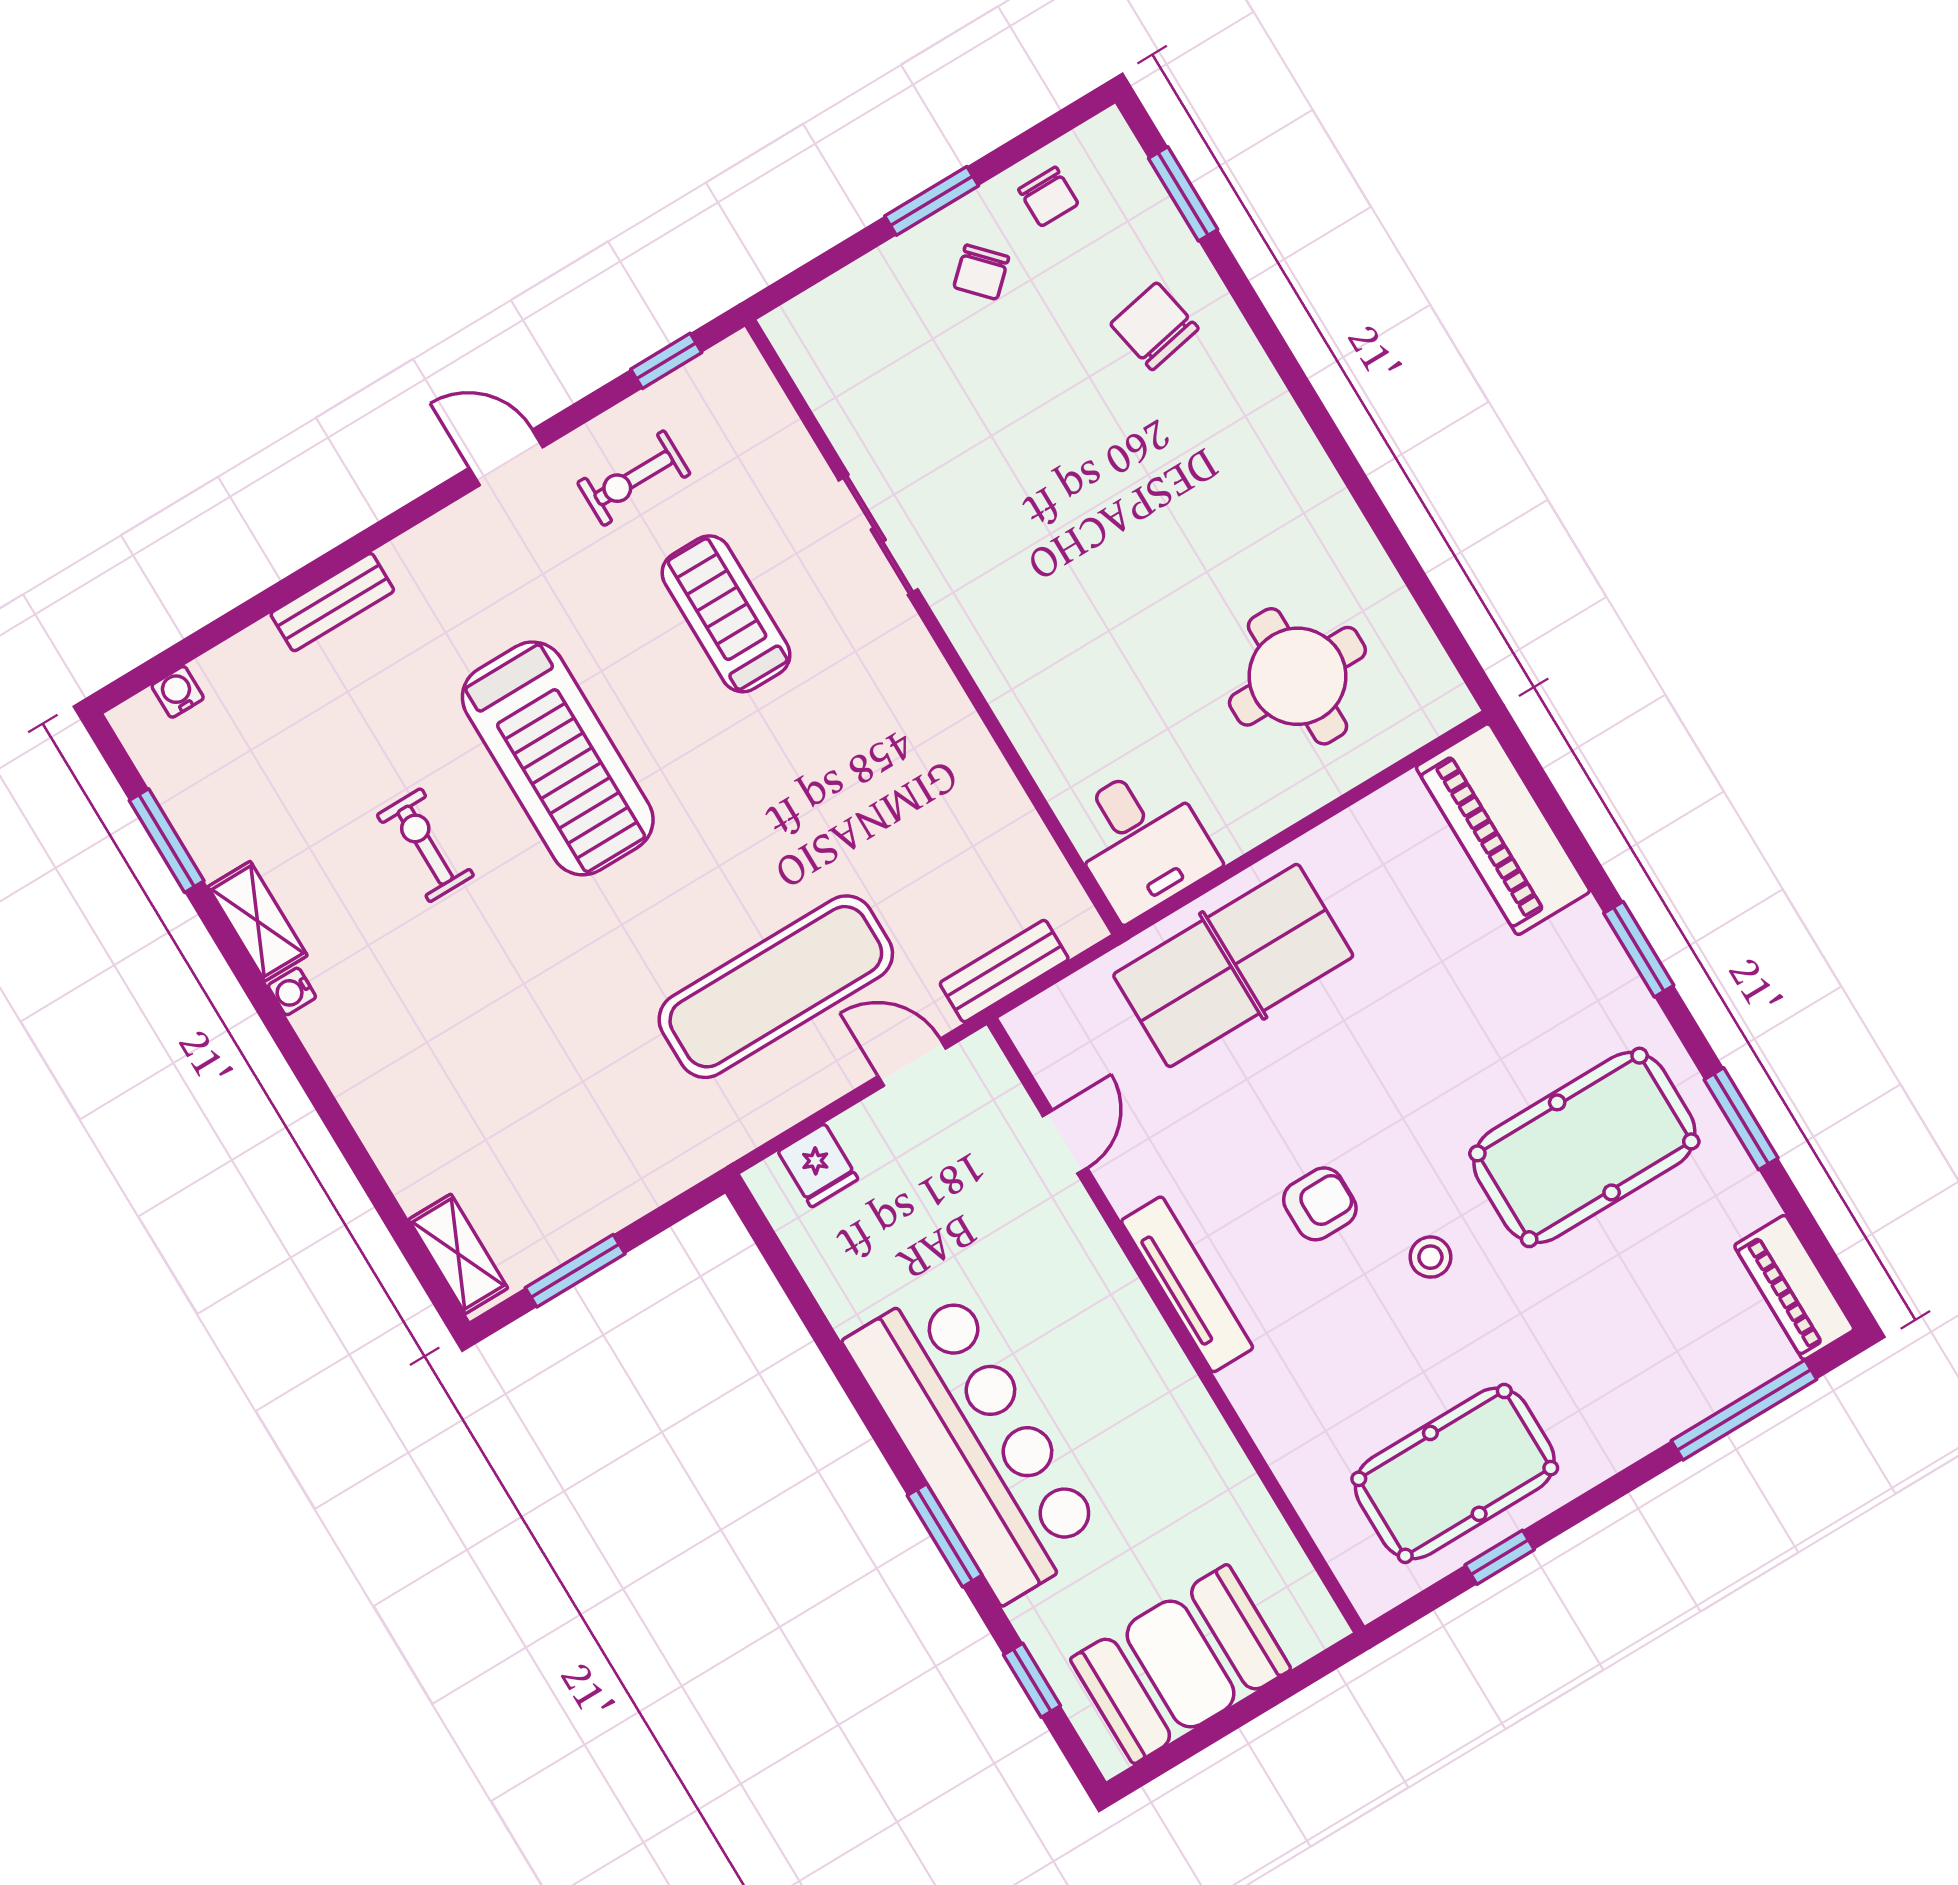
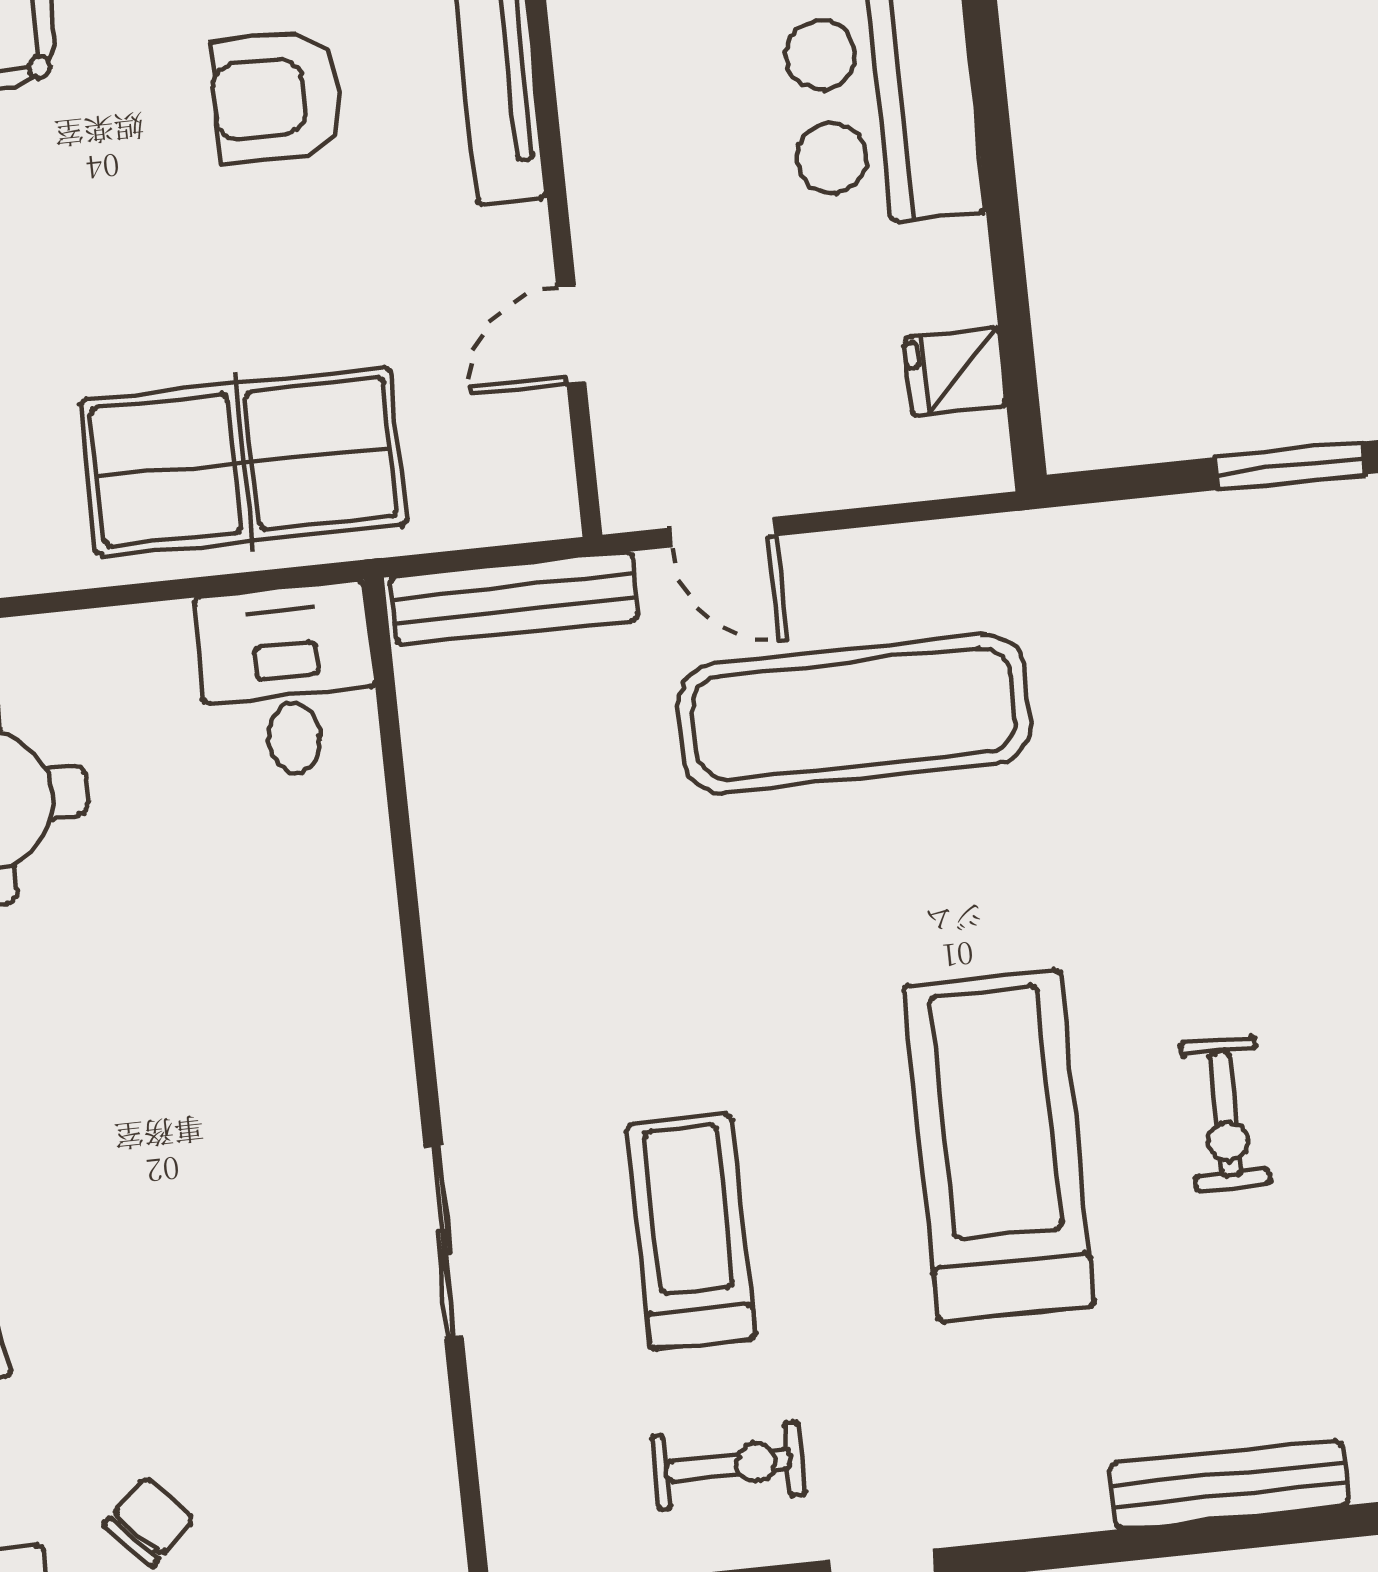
bench: (332, 602) -> (1229, 1485), width x1.36
treadmill: (726, 614) -> (691, 1232), turned 180
bench: (1004, 971) -> (514, 598), width x1.36
fridge: (818, 1165) -> (955, 372), moved, turned -90
armchair: (1320, 1204) -> (276, 97), width x1.38, depth x1.38

